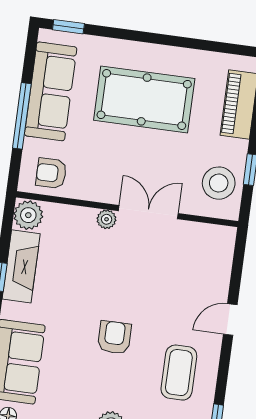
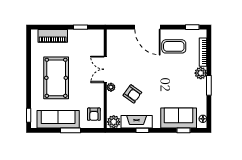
window: (22, 116) -> (71, 130), width x0.69
stool: (219, 183) -> (88, 40), removed
door: (230, 320) -> (147, 27), width x1.87
armchair: (114, 337) -> (132, 94), moved, turned -144

